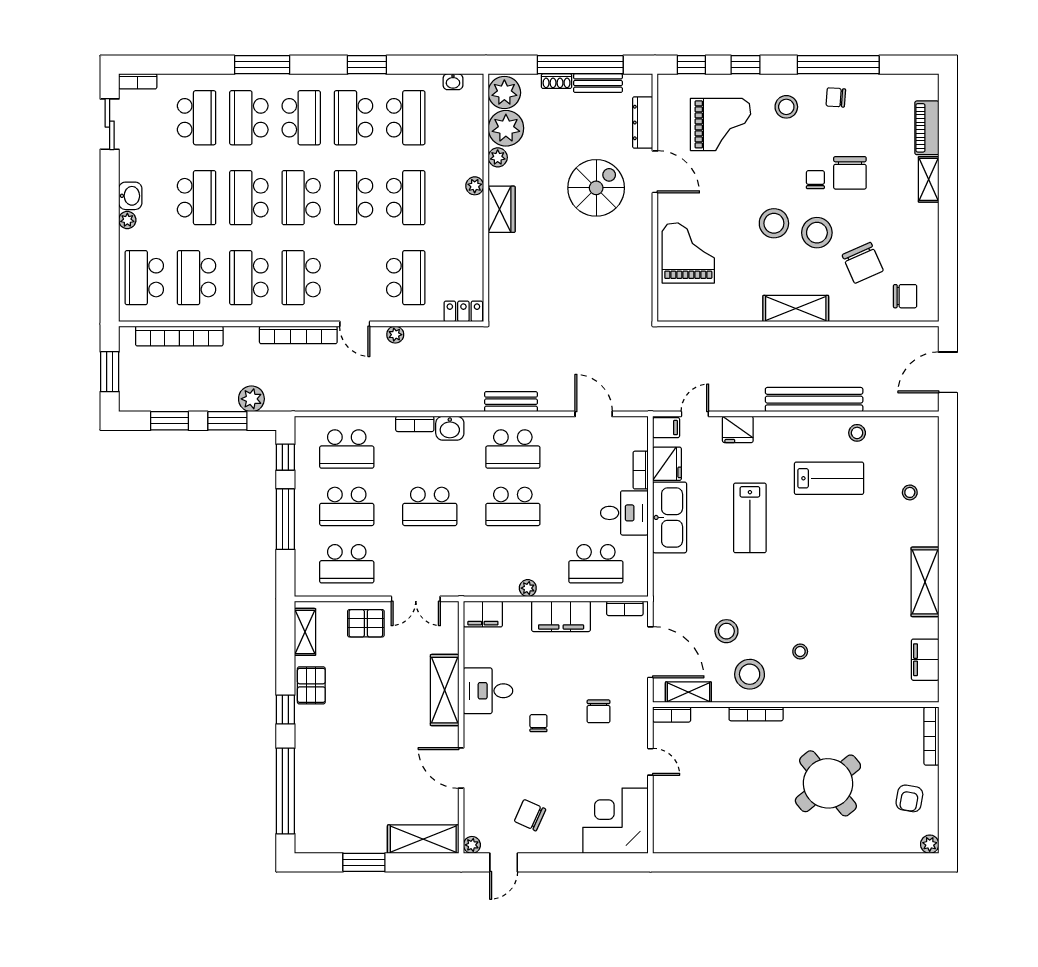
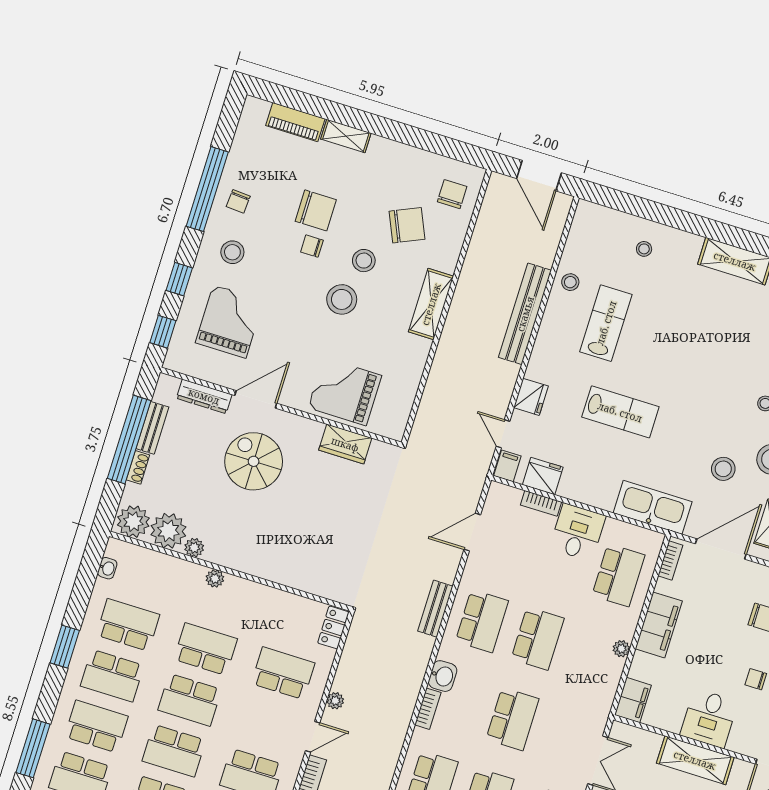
wardrobe: (502, 209) -> (345, 444), moved, turned 180
stool: (817, 233) -> (364, 261), width x0.73, depth x0.73
kitchen sink: (670, 517) -> (653, 507), moved

